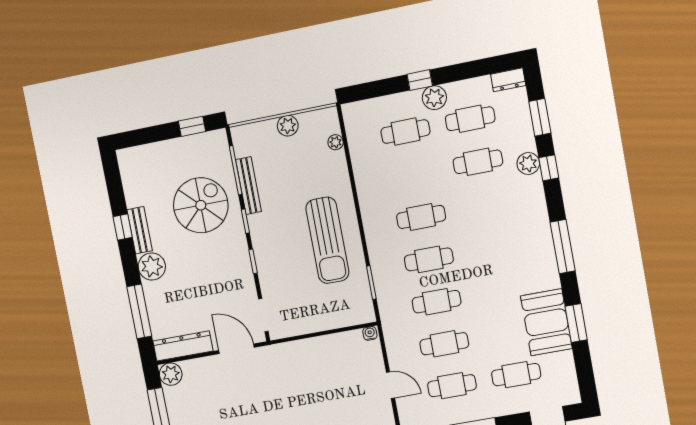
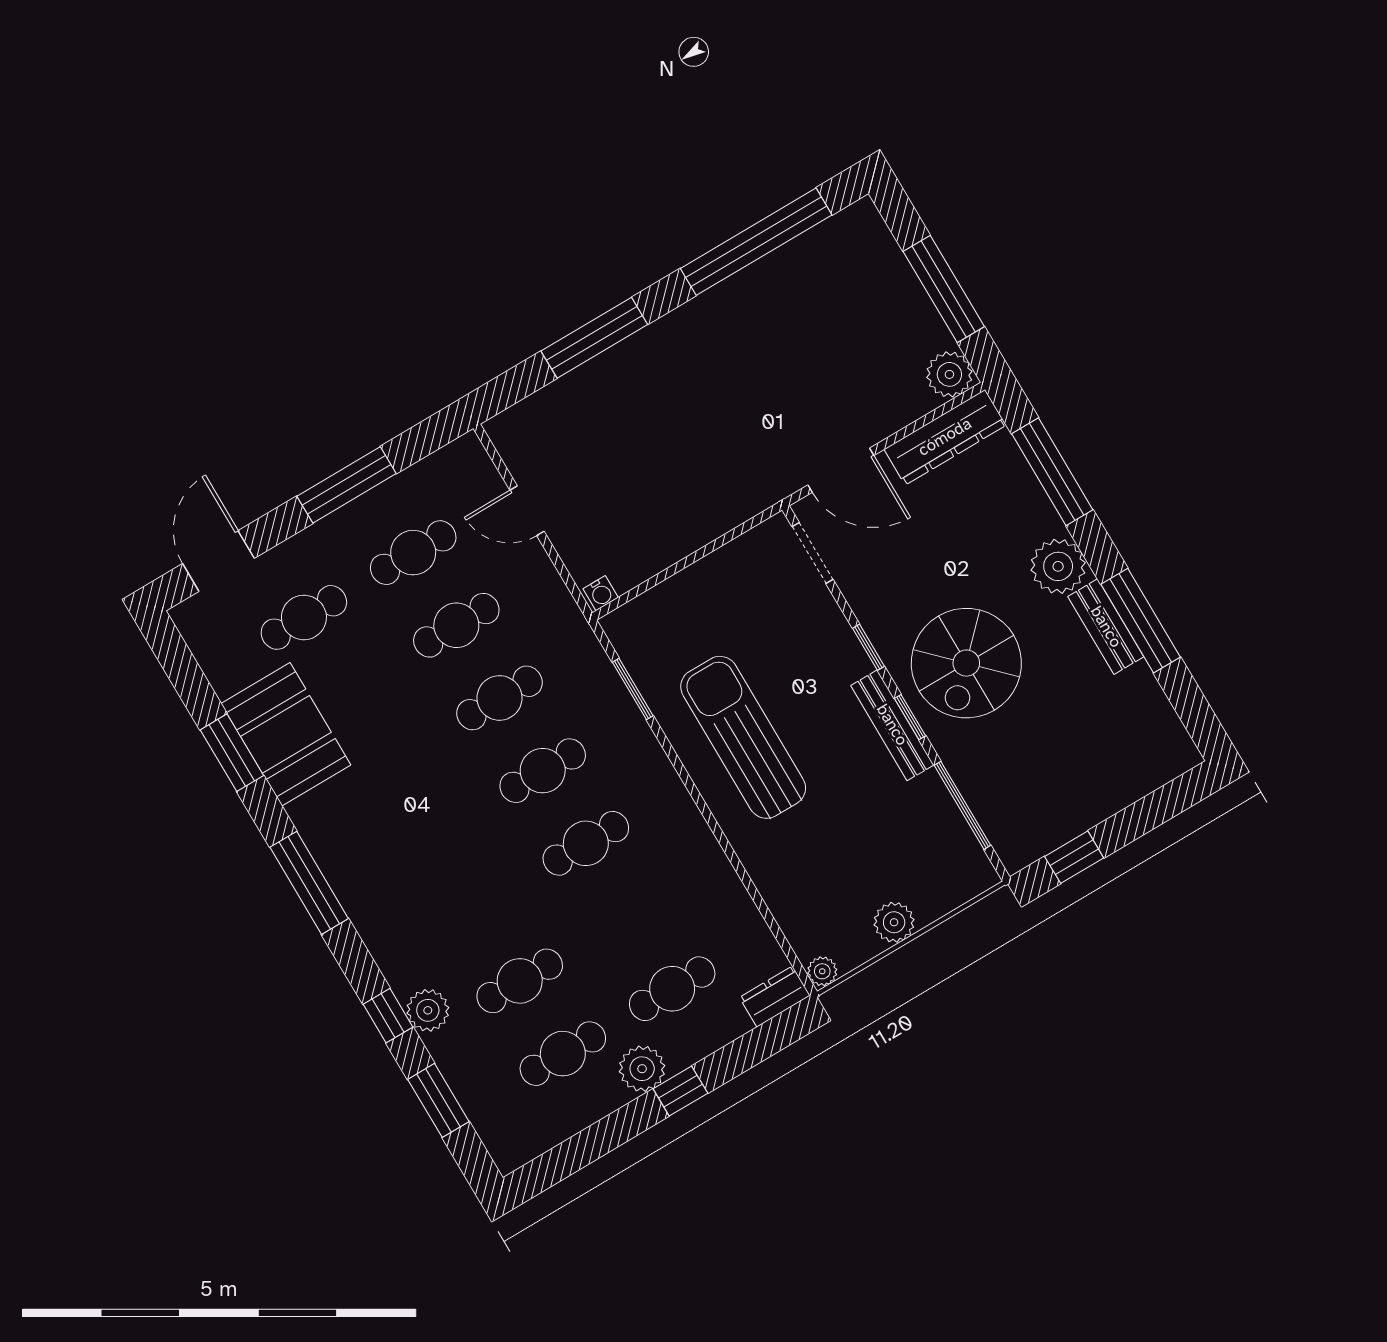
dresser: (508, 80) -> (775, 996), moved
plant: (336, 142) -> (822, 971), moved
bench: (248, 186) -> (892, 725), moved
spiral stairs: (201, 205) -> (966, 663), moved
window: (123, 227) -> (1141, 621), width x2.17

